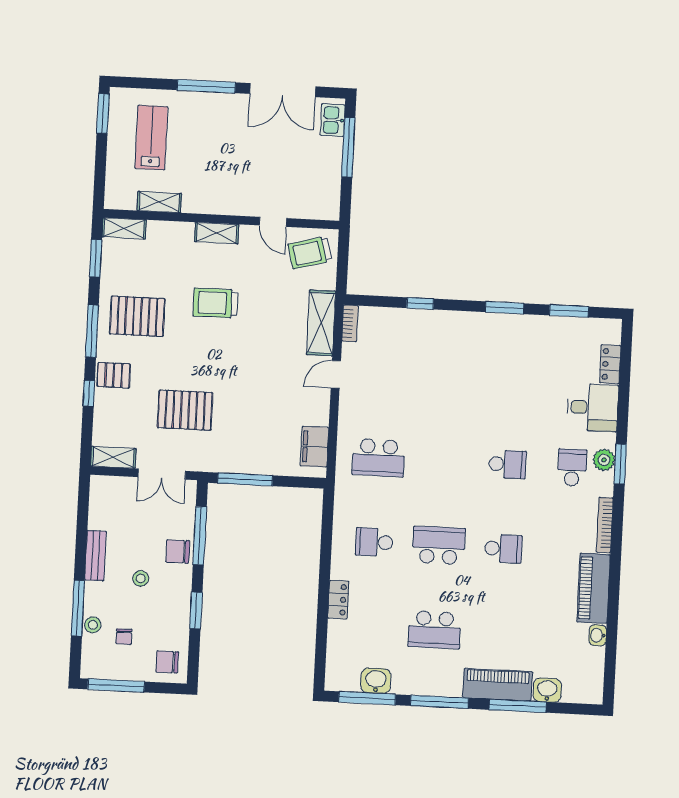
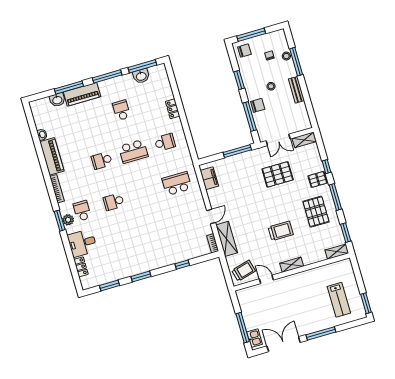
shelving: (159, 202) -> (324, 270), removed
pallet: (137, 316) -> (316, 212), turned 90
school desk: (572, 468) -> (82, 211), turned 180
double door: (162, 474) -> (278, 140), swing flipped
school desk: (434, 630) -> (121, 110), width x0.54
window: (116, 685) -> (251, 35), moved

